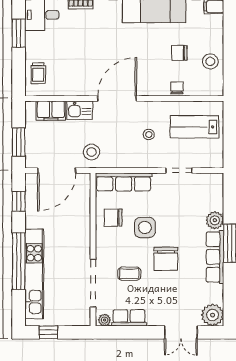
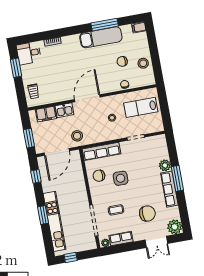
chair: (166, 259) -> (147, 214), moved, turned -93
window: (19, 261) -> (43, 215), width x0.47

